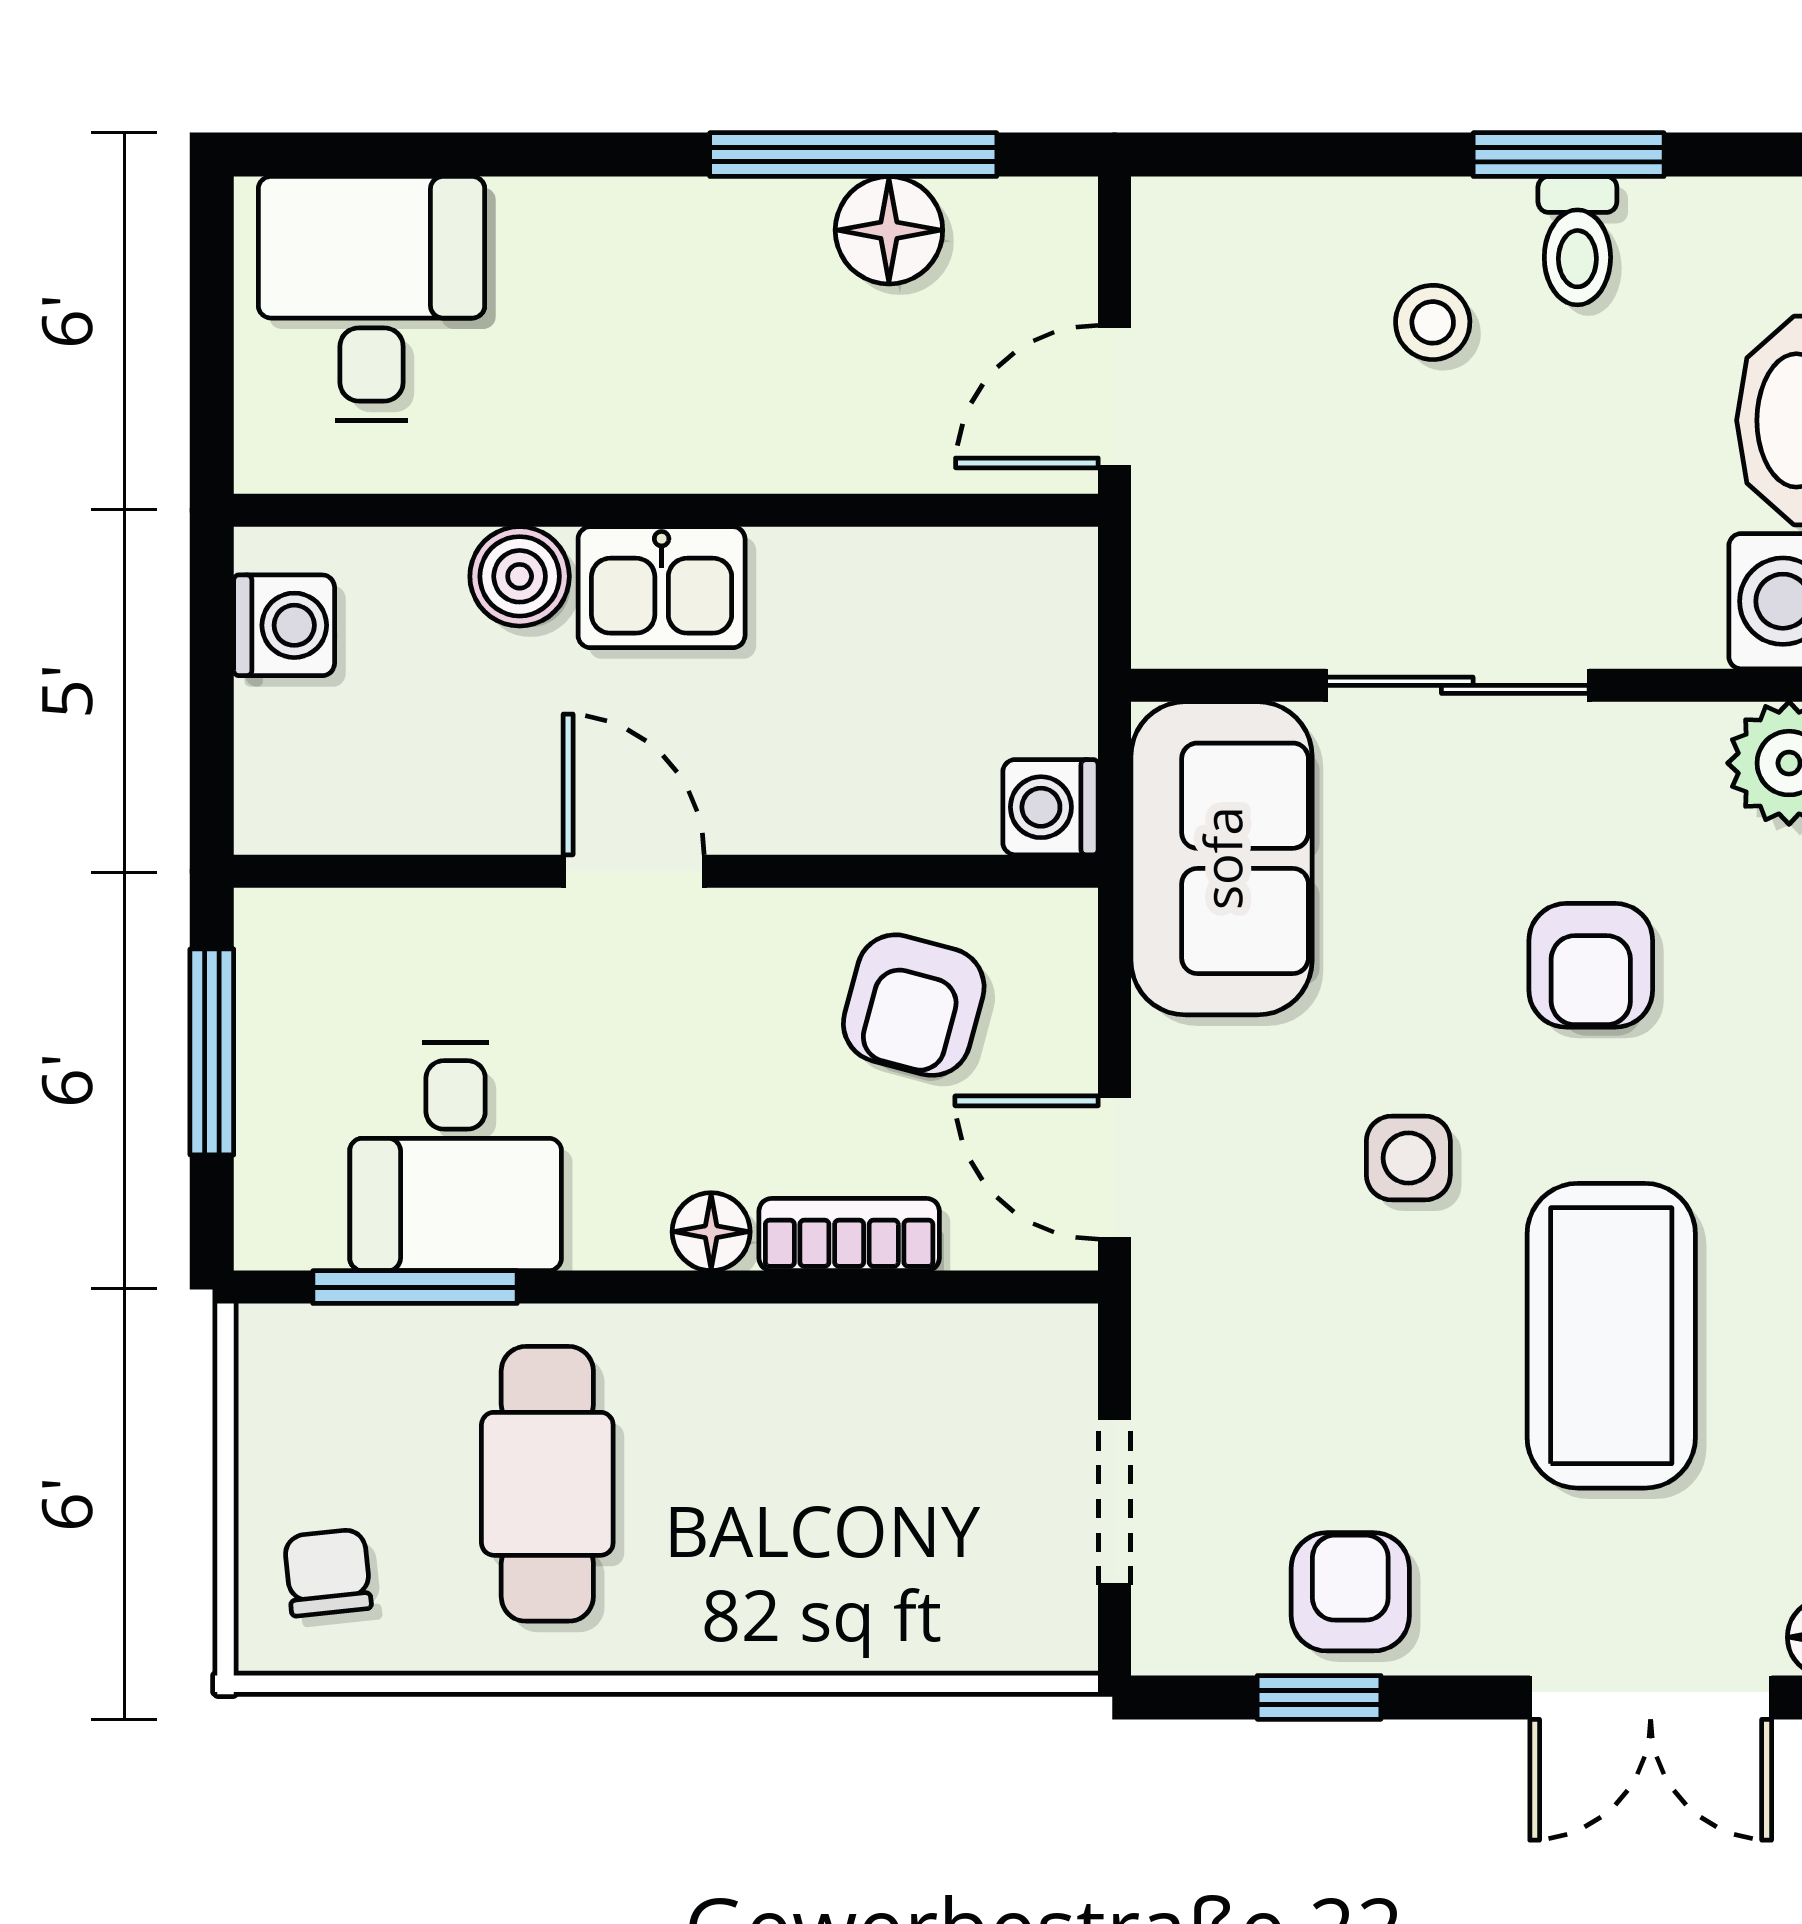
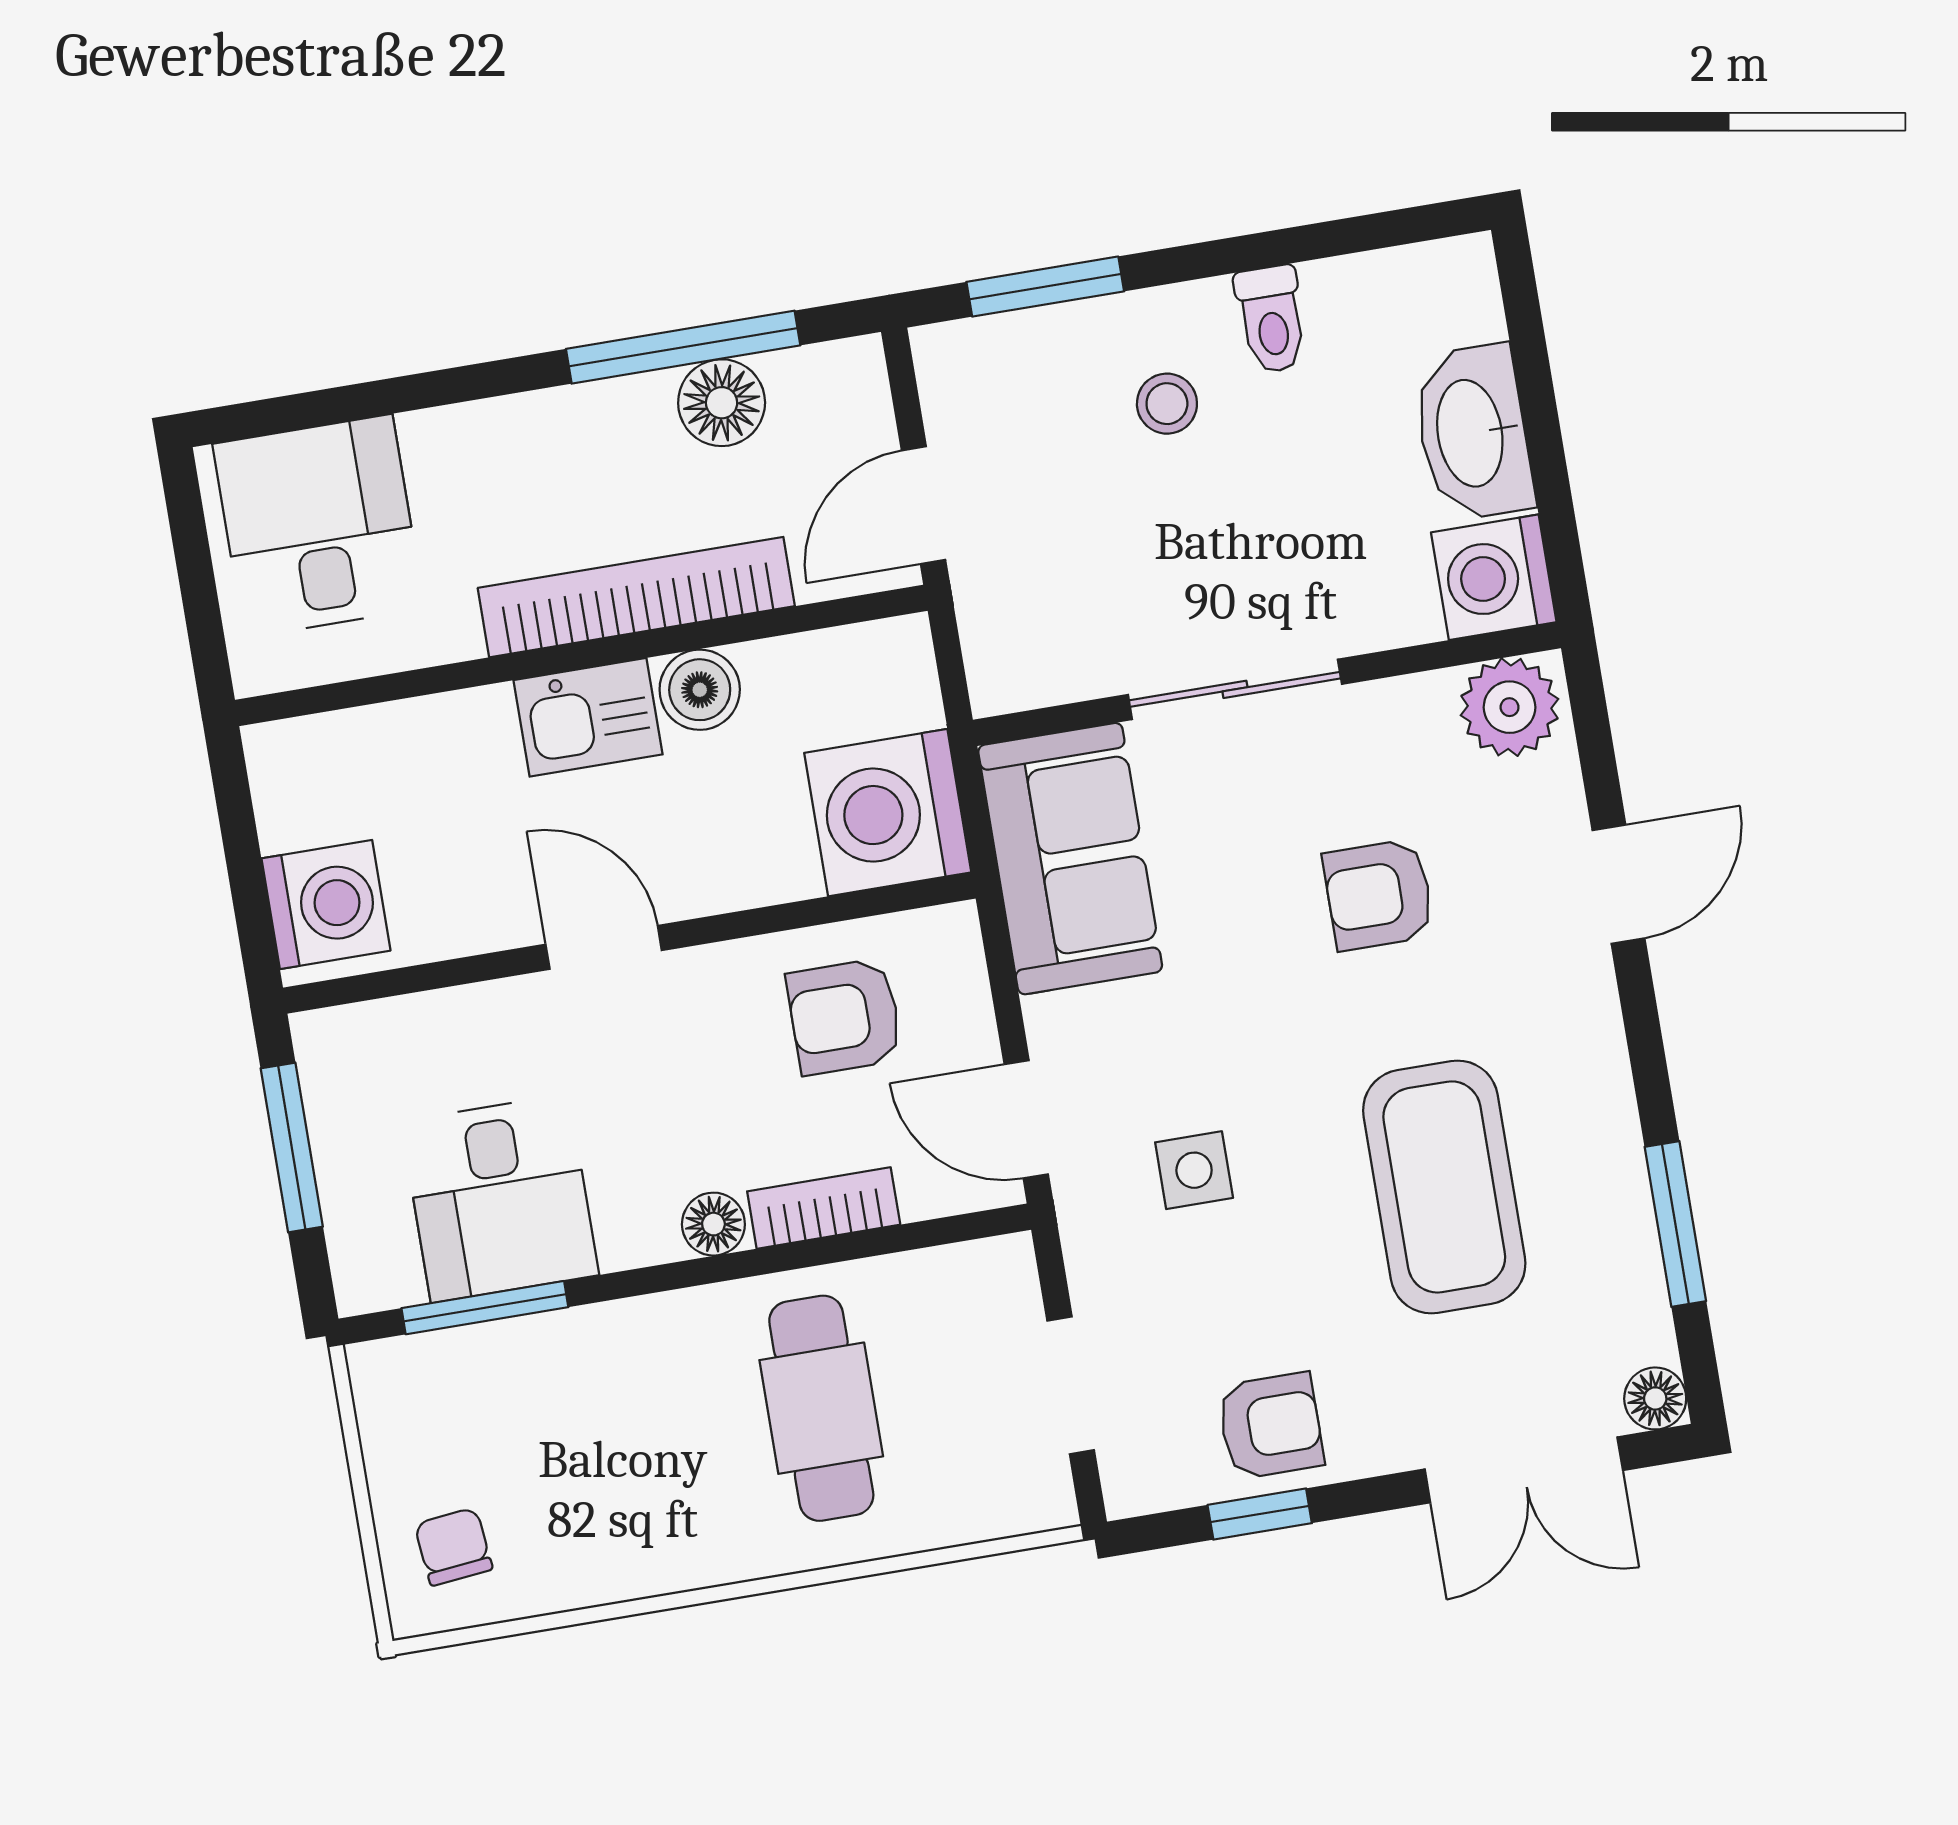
window: (1569, 155) -> (1045, 287), moved
bookcase: (745, 450) -> (636, 597), added
boiler: (520, 576) -> (700, 690), moved
washing machine: (284, 625) -> (326, 904), moved, width x1.38, depth x1.38
washing machine: (1050, 807) -> (888, 813), width x1.89, depth x1.89
armchair: (1591, 965) -> (1379, 895), turned 90
armchair: (914, 1005) -> (845, 1017), turned 75
side table: (1408, 1158) -> (1194, 1170), moved
cafe table: (547, 1484) -> (821, 1408), moved
armchair: (1350, 1592) -> (1271, 1426), turned 90

